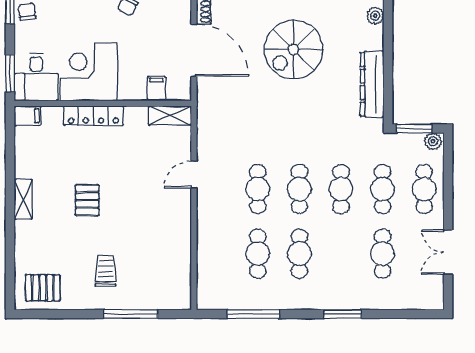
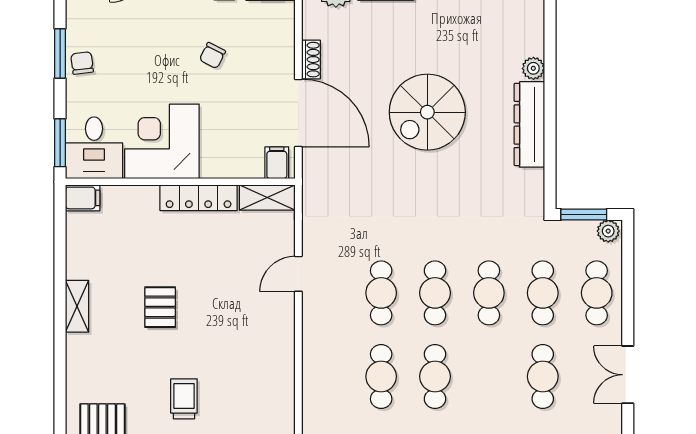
dresser: (372, 84) -> (529, 124), moved
filing cabinet: (156, 89) -> (277, 163), moved
locker: (93, 116) -> (199, 198), moved

